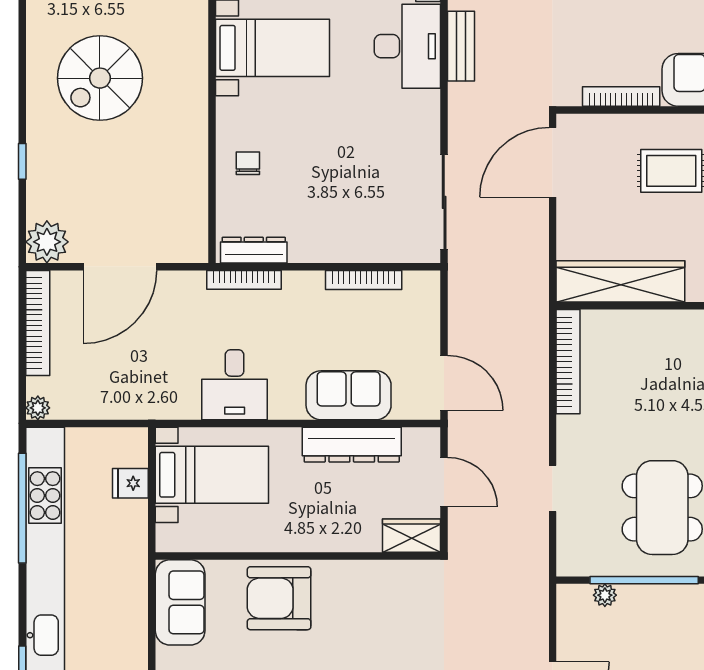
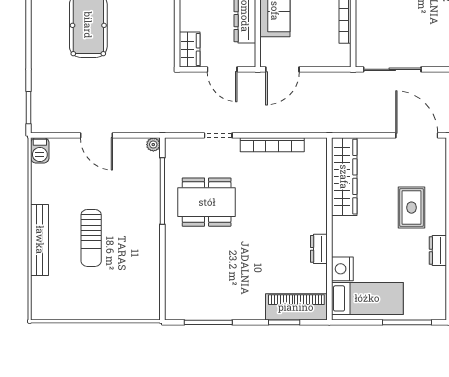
bookcase: (568, 362) -> (272, 145), moved
door: (444, 482) -> (222, 69), hinge flipped
plant: (605, 595) -> (153, 145), moved

